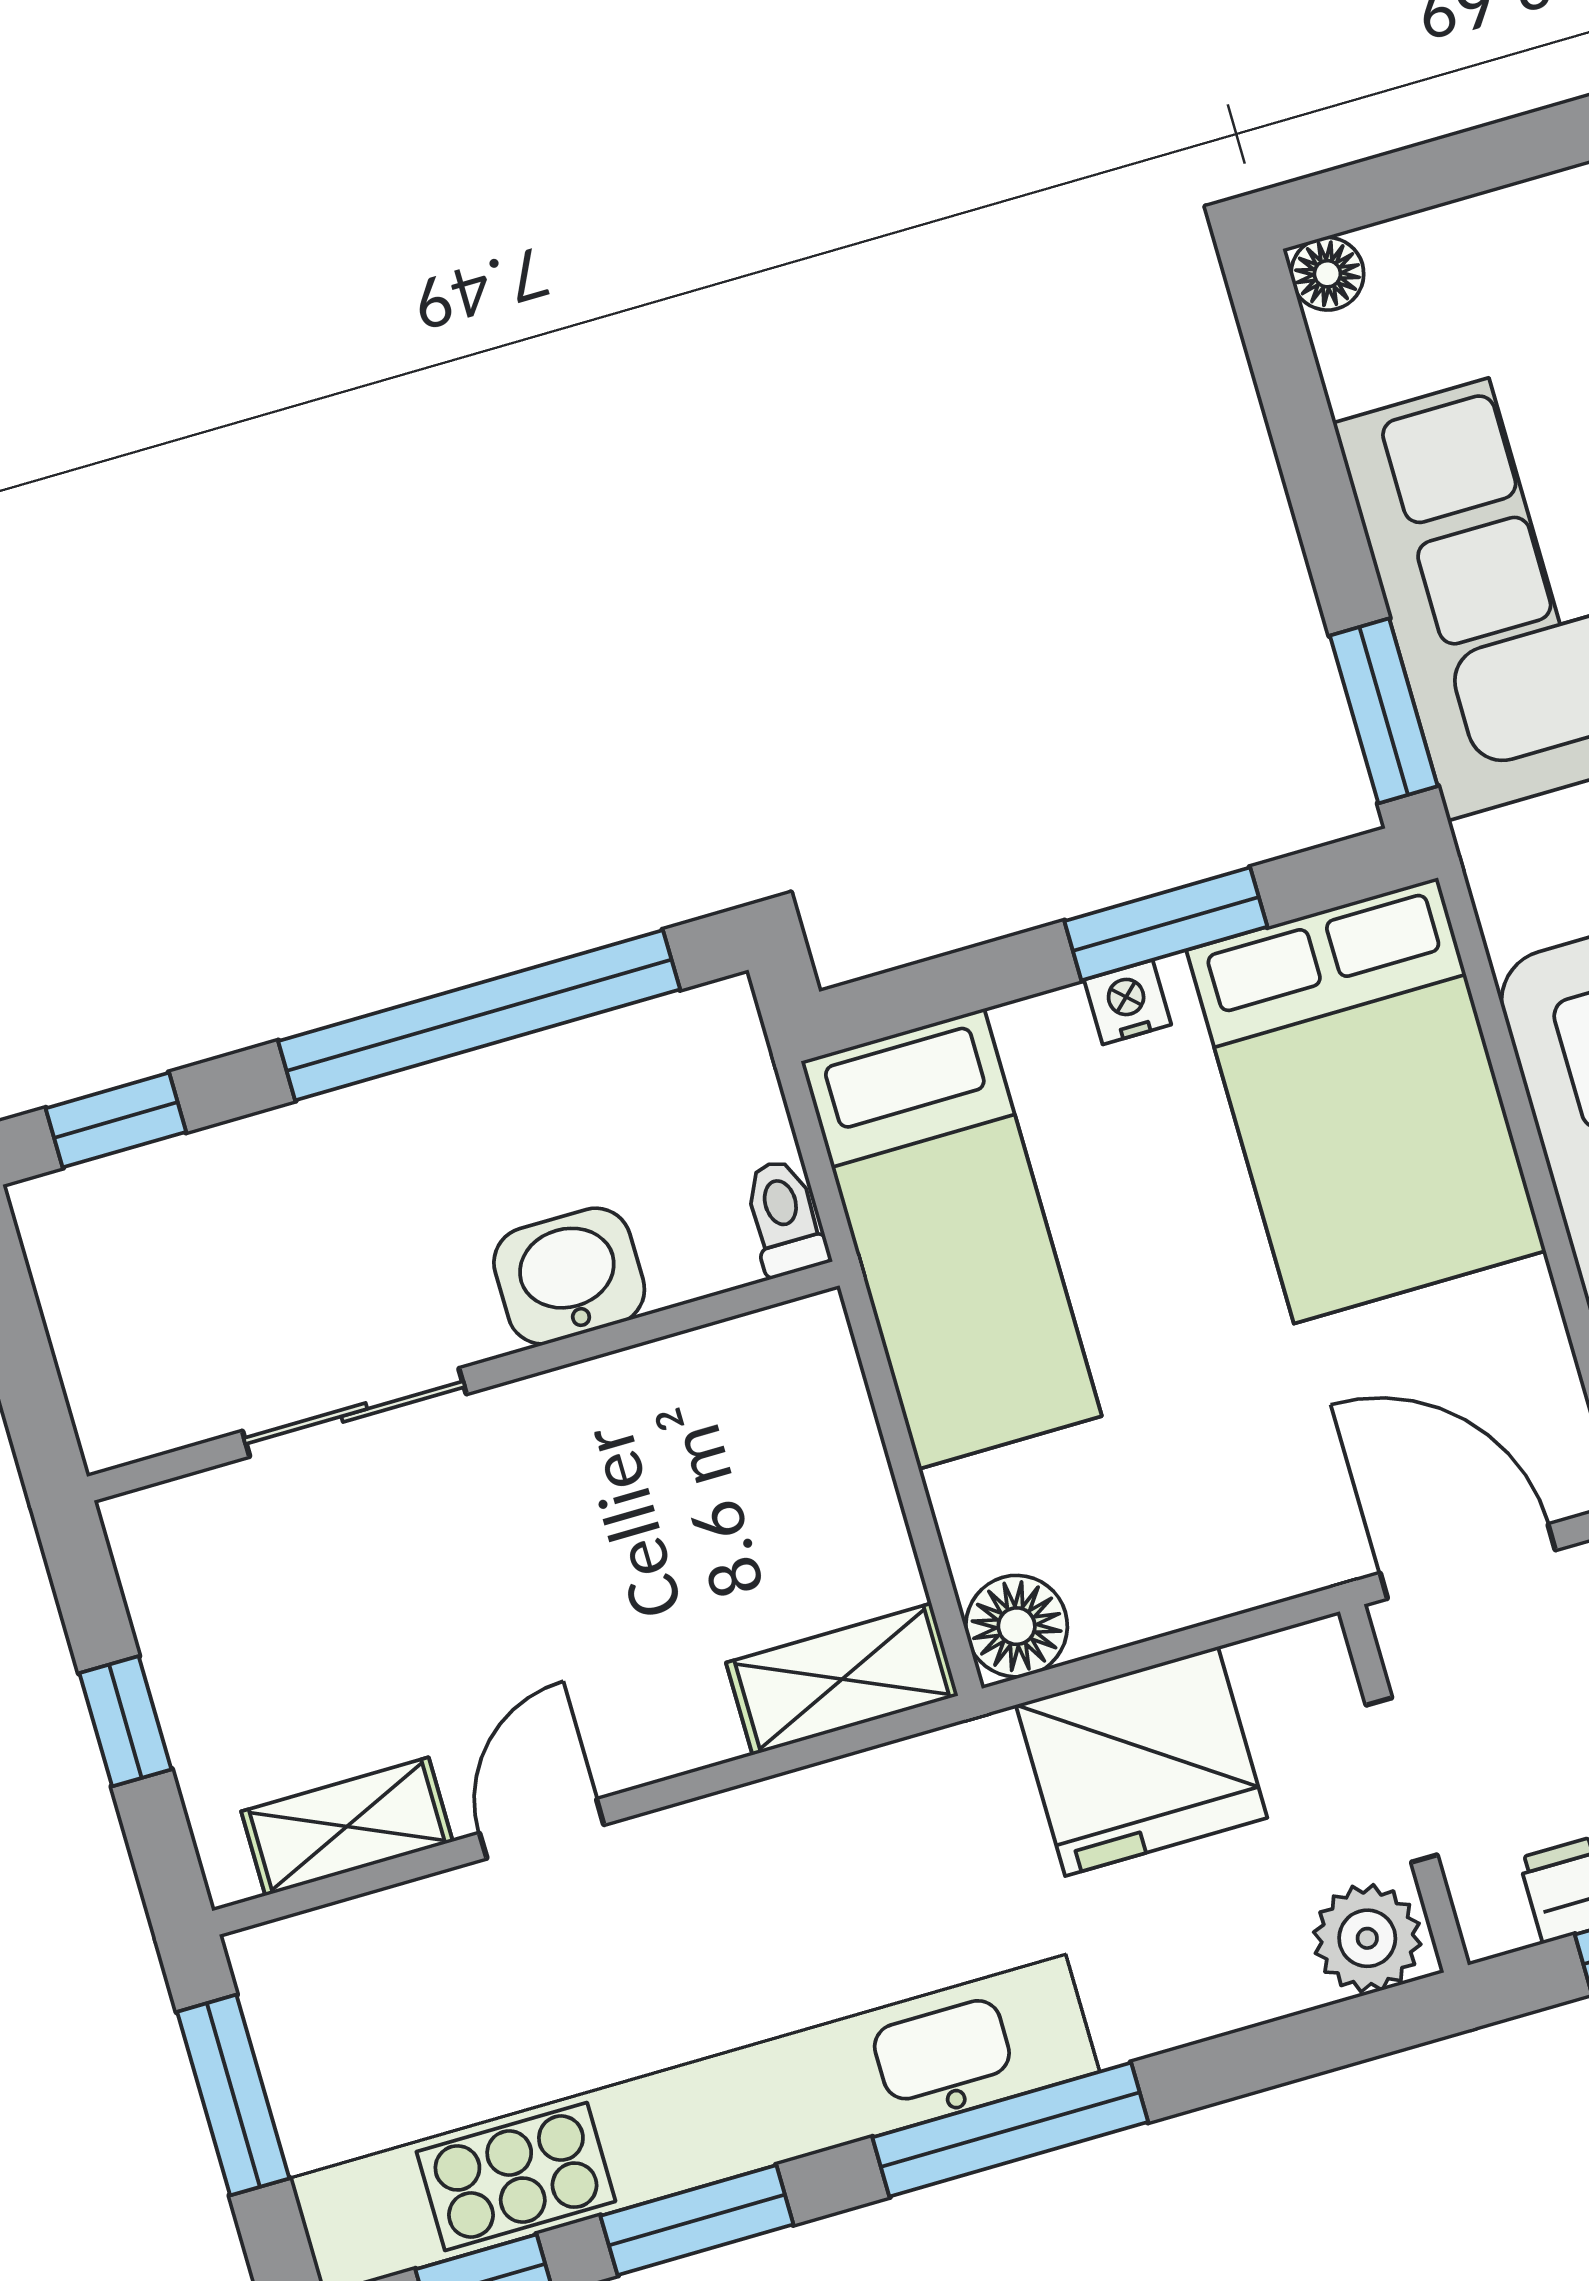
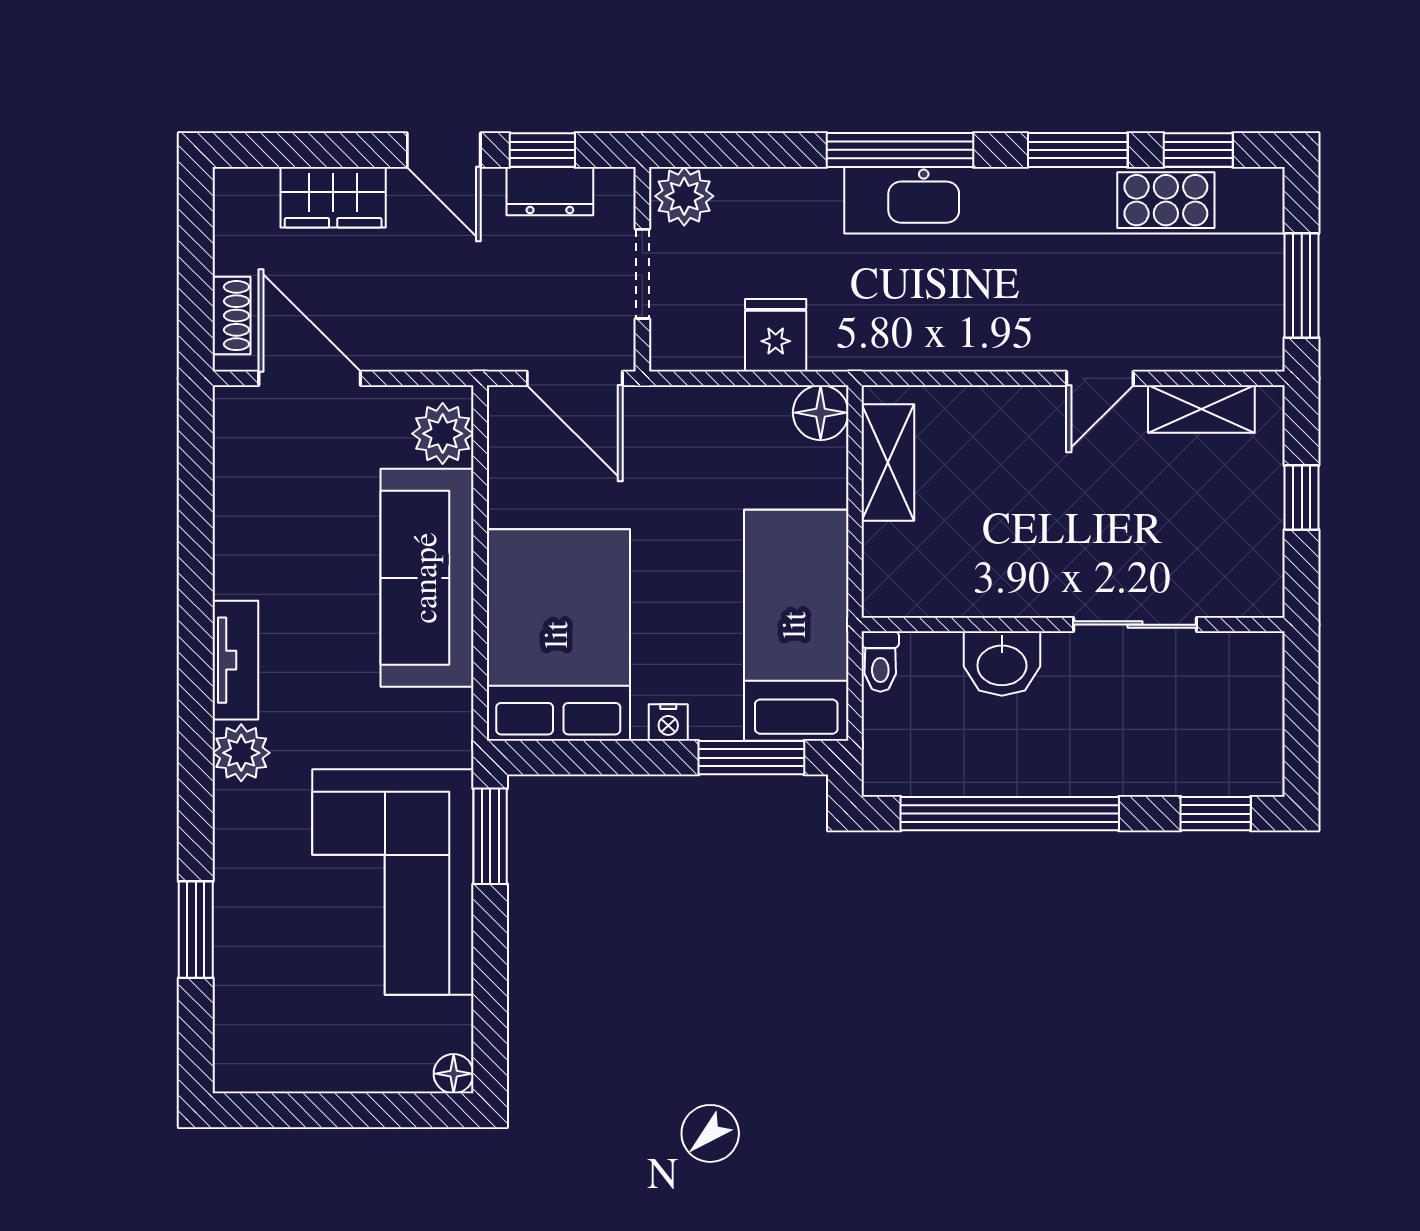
window: (1166, 924) -> (751, 758), moved
shelving: (842, 1679) -> (888, 463), moved, turned 90
fridge: (1142, 1761) -> (776, 335), width x0.53, depth x0.75

